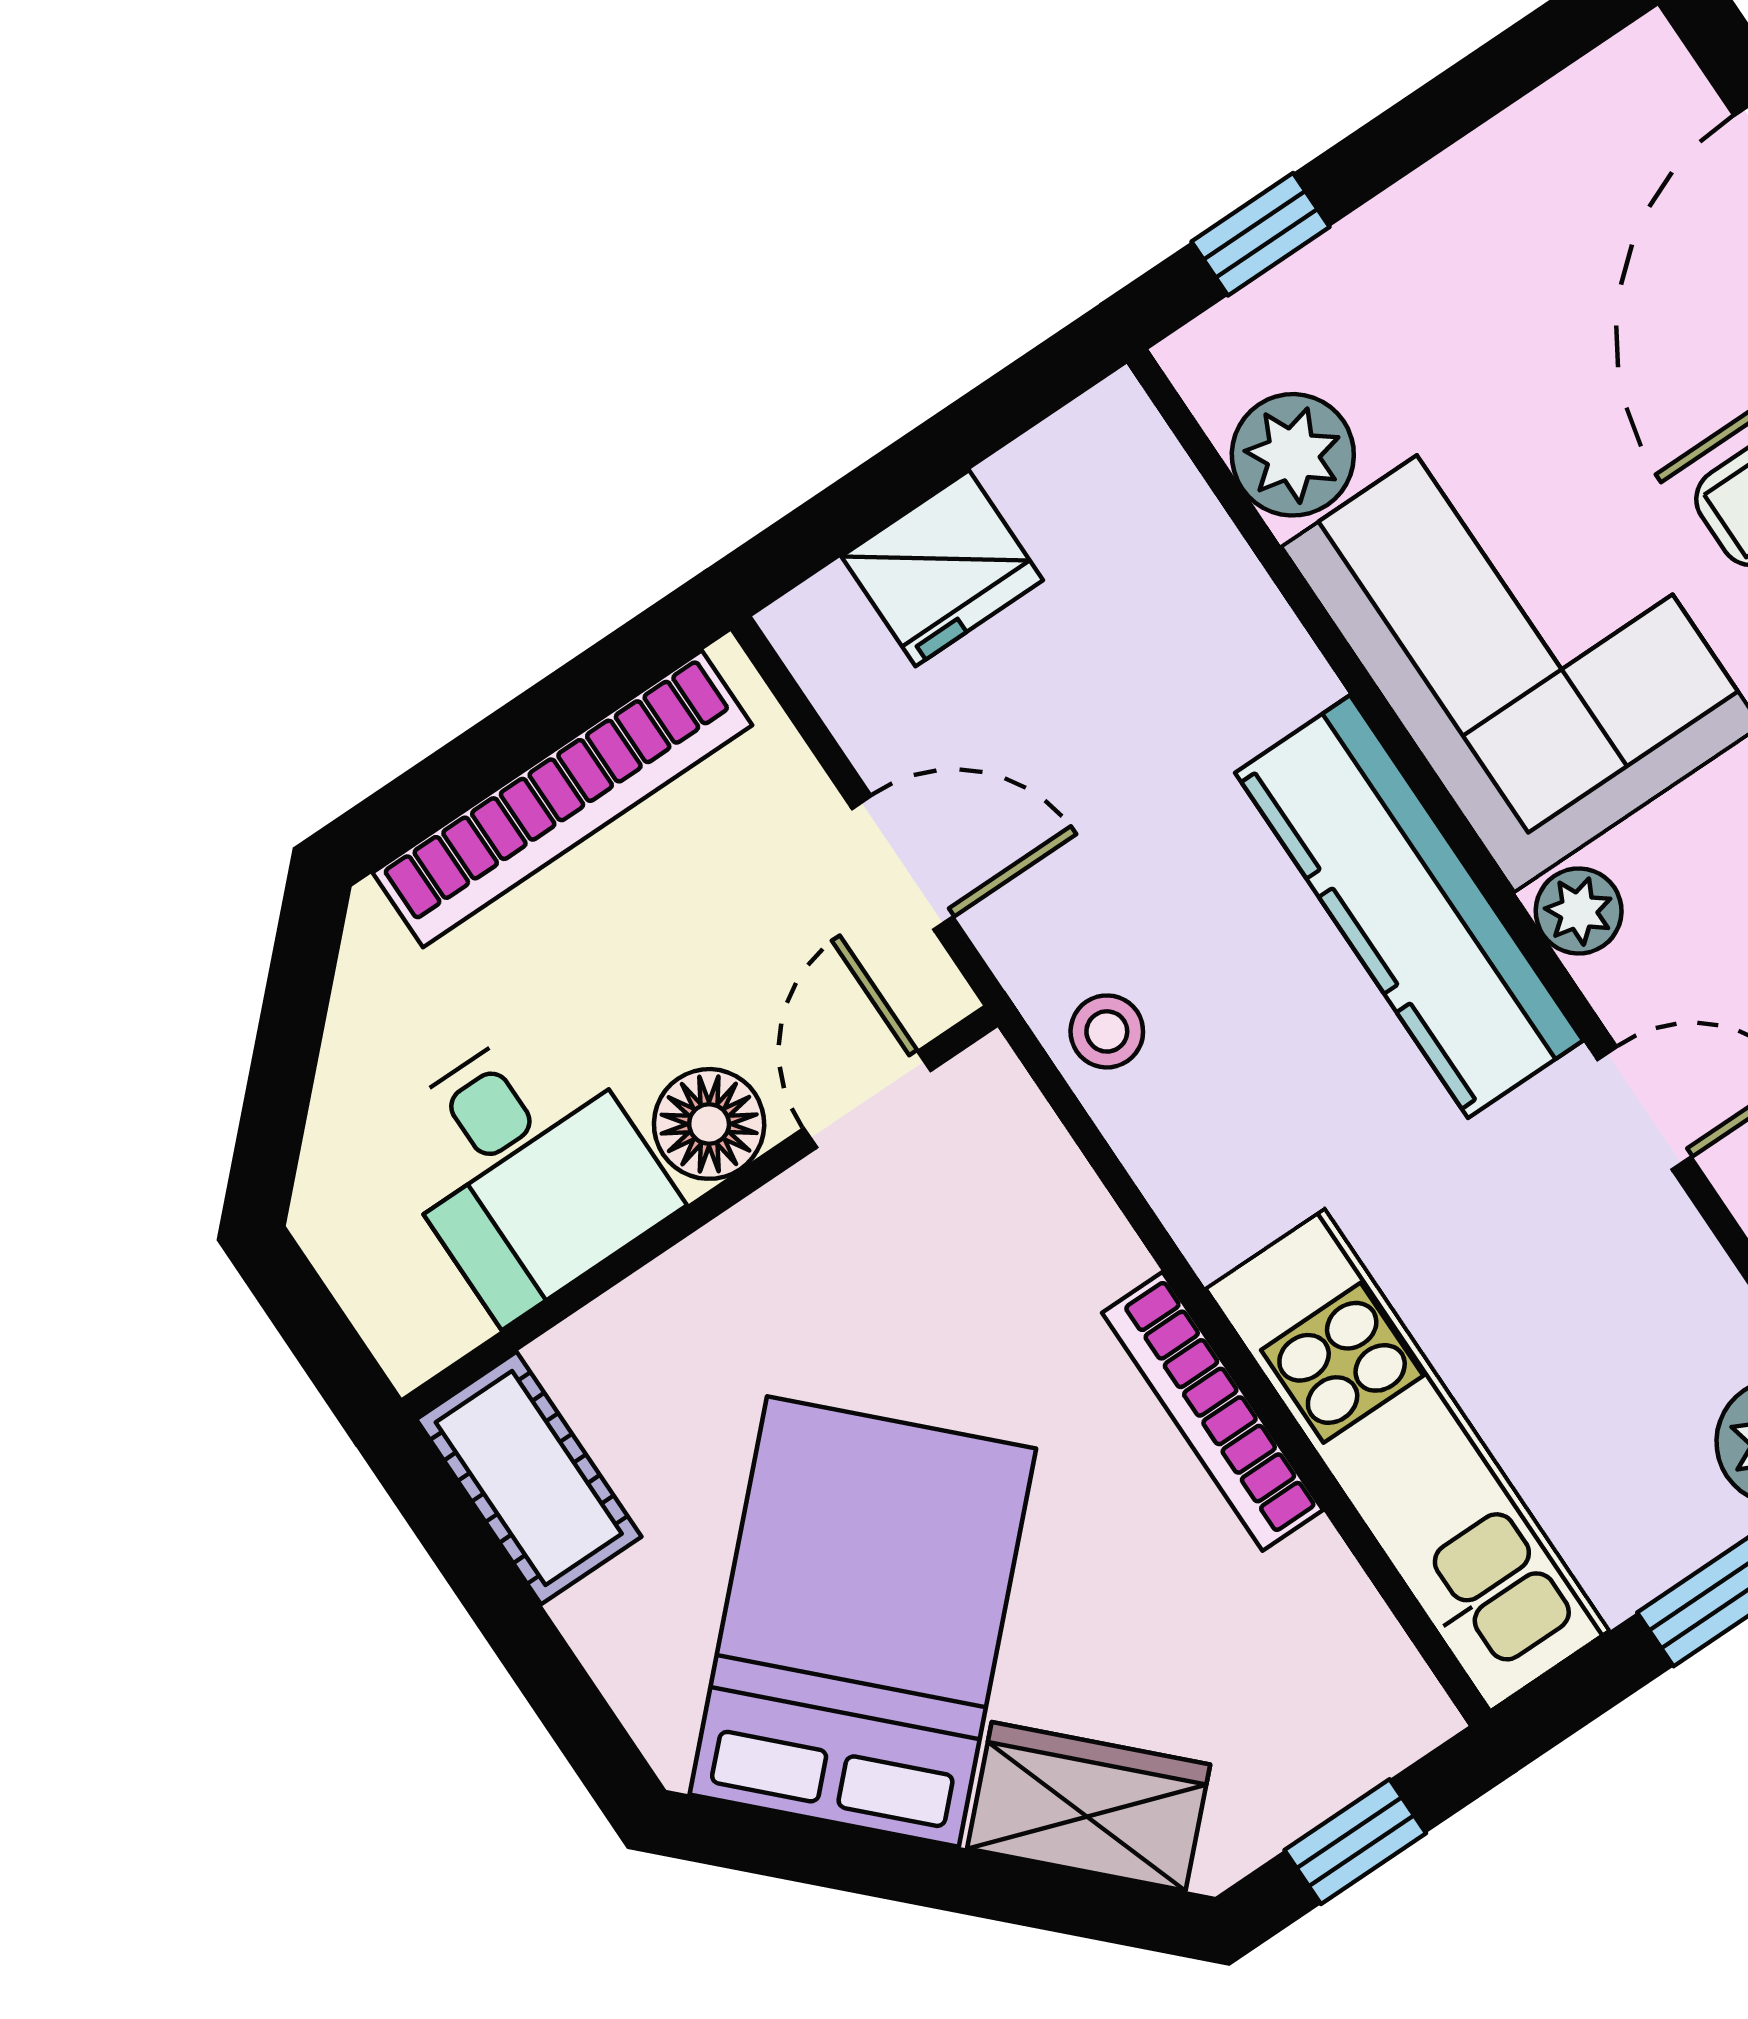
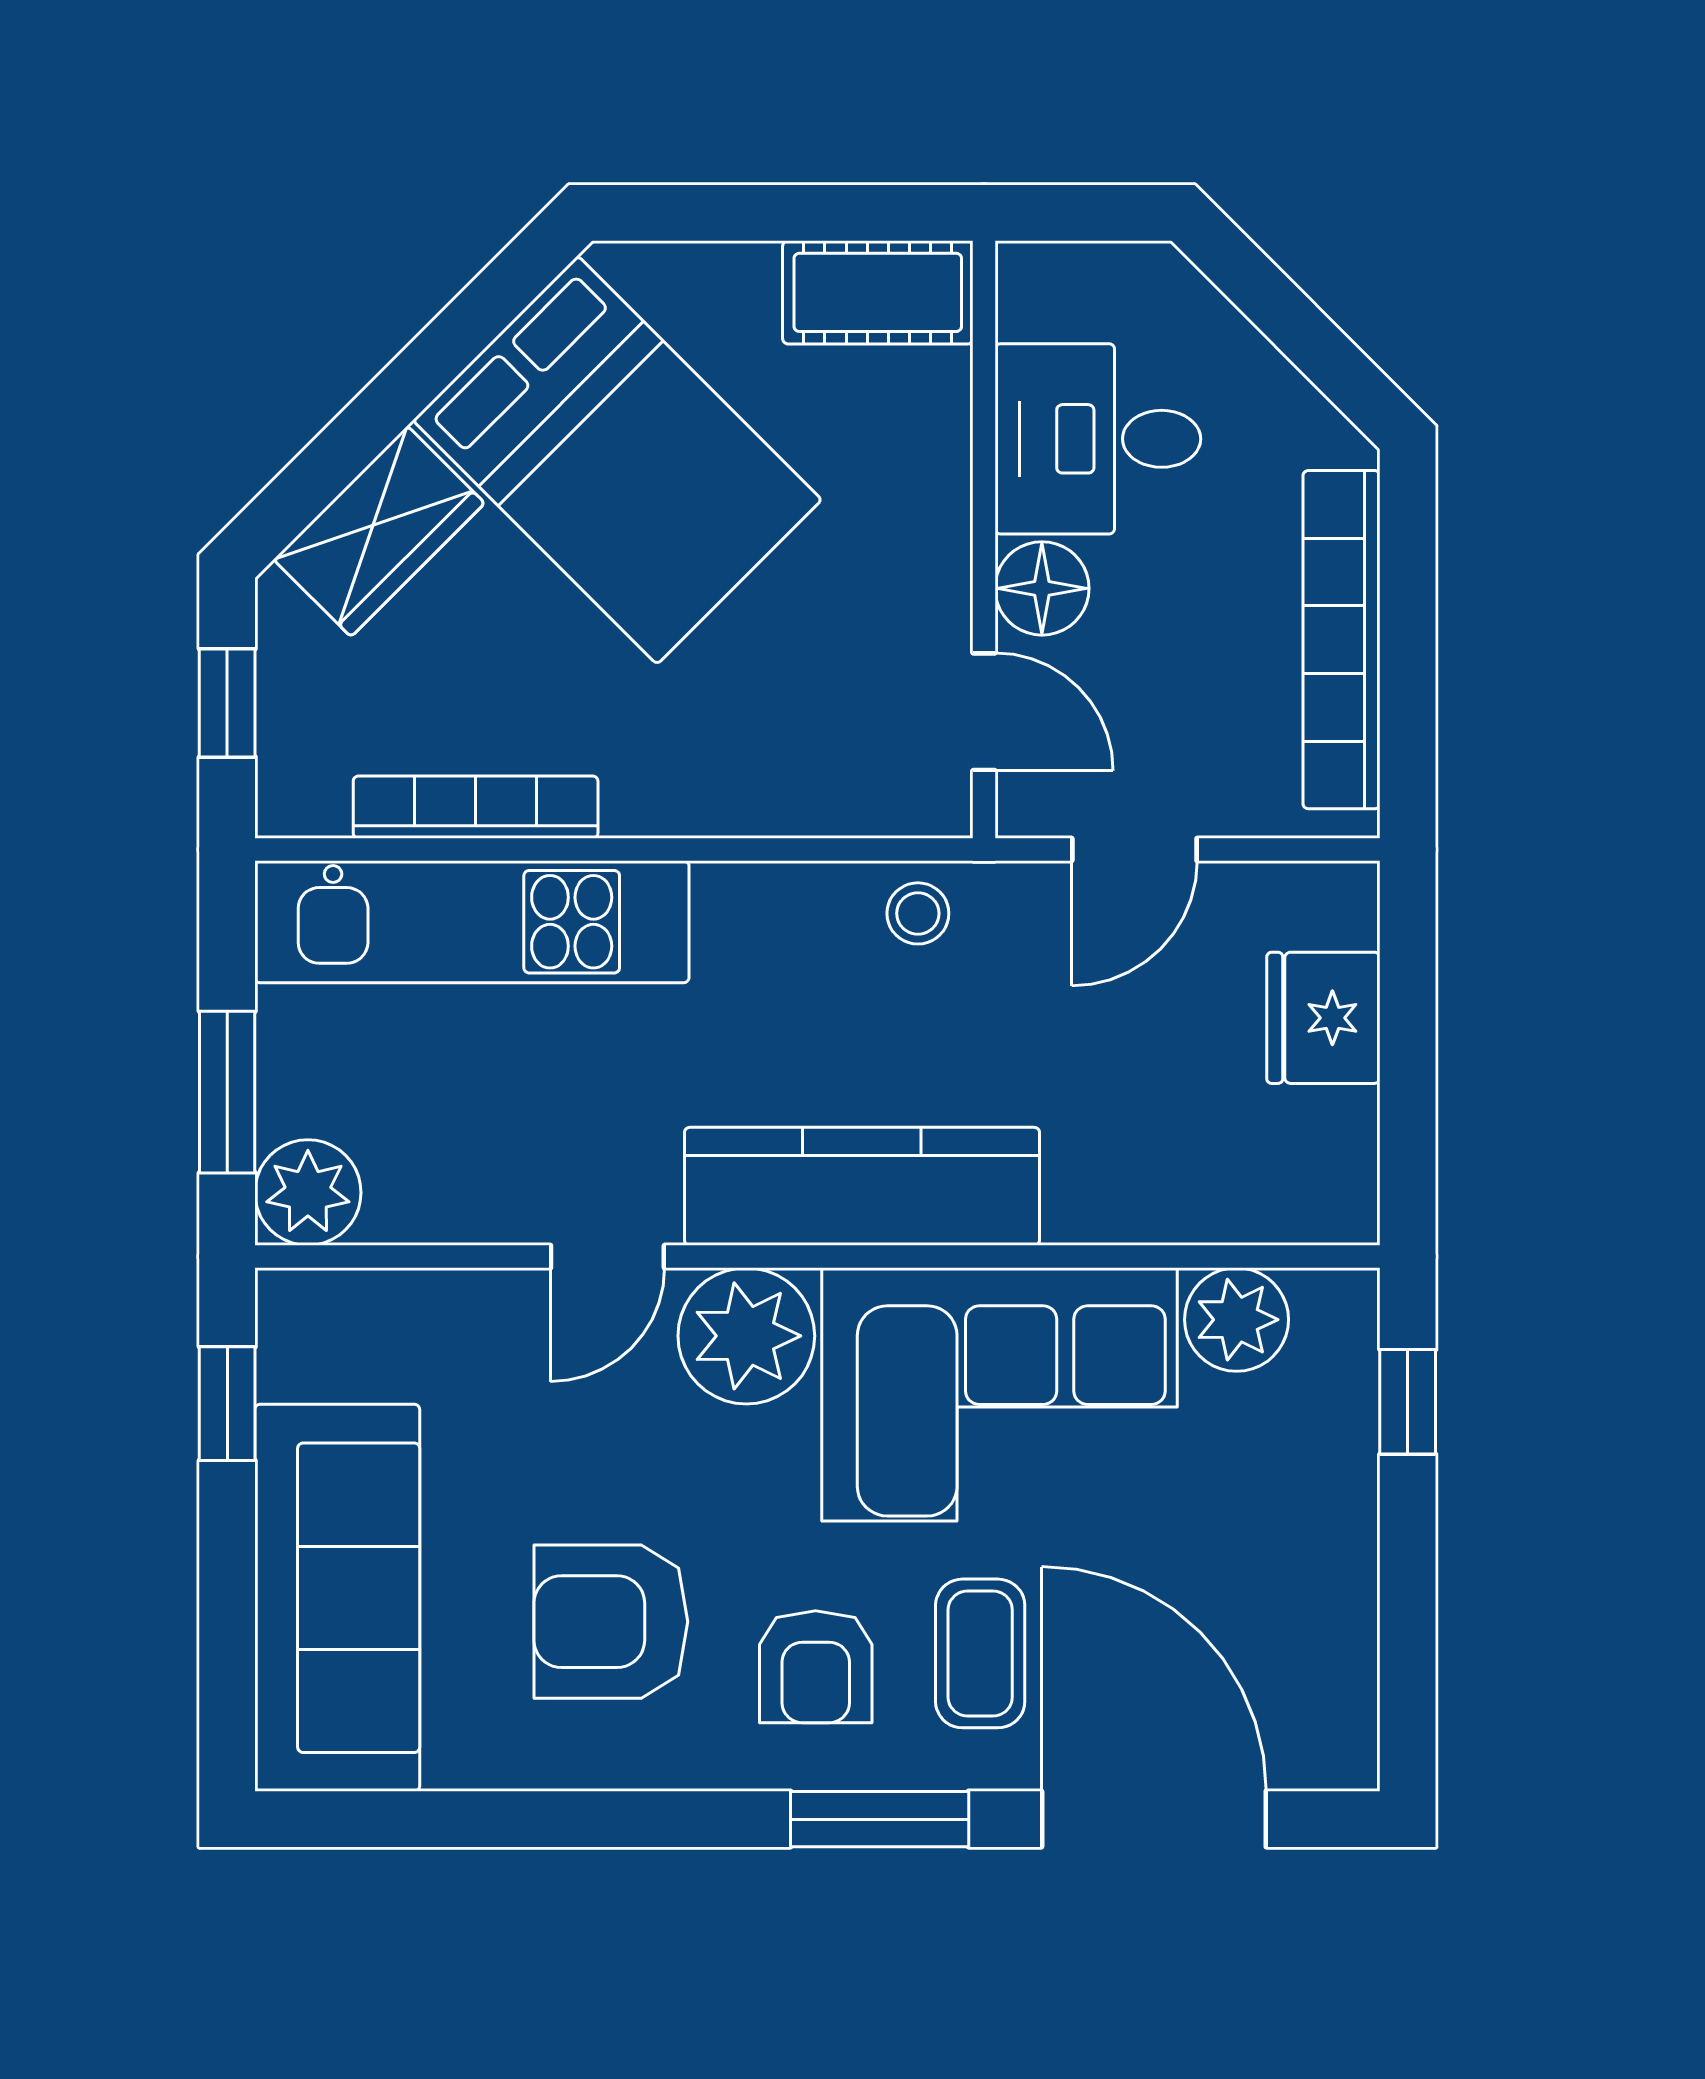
plant: (1579, 911) -> (746, 1336), width x1.88, depth x1.88
bookcase: (1213, 1411) -> (476, 807), moved

